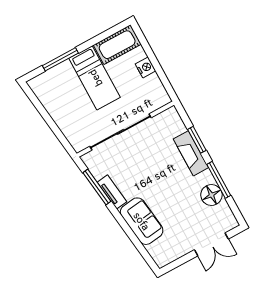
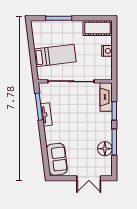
bed: (95, 78) -> (55, 55), moved, turned -97
fireplace: (191, 153) -> (106, 97), moved
sofa: (142, 221) -> (57, 159), moved

